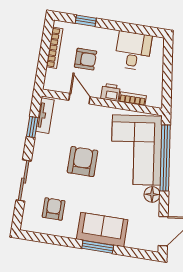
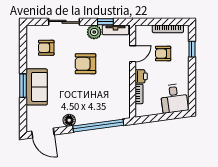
desk: (133, 51) -> (174, 98), moved, turned 82
armchair: (86, 59) -> (163, 54), turned 90
plant: (43, 144) -> (94, 32), added
corner sofa: (136, 150) -> (101, 103), removed
armchair: (82, 162) -> (85, 64), turned 180
armchair: (54, 209) -> (46, 48), turned 180

